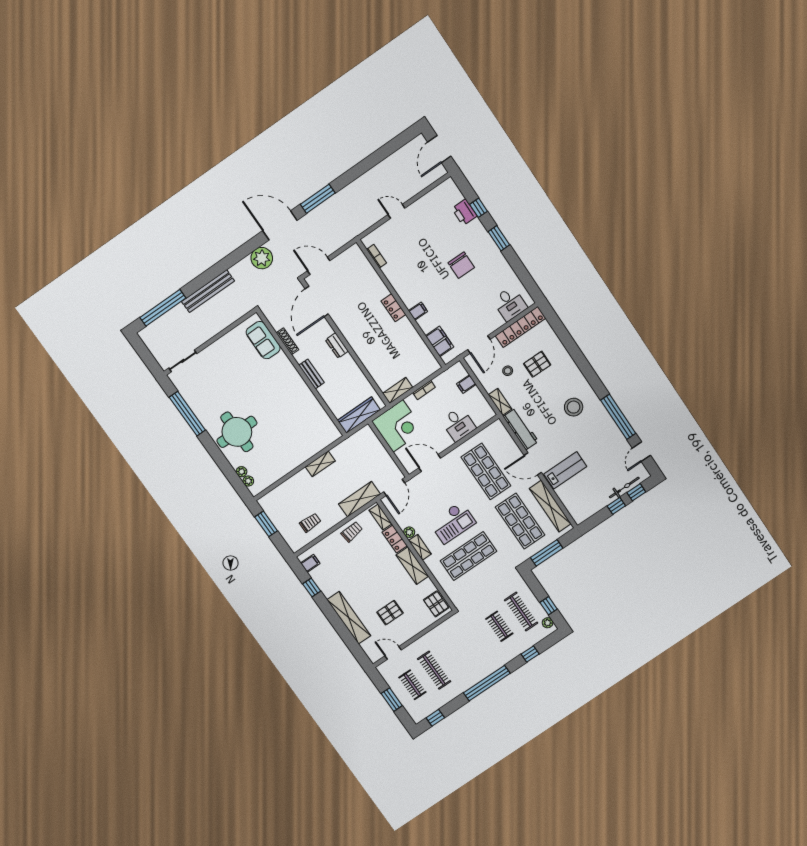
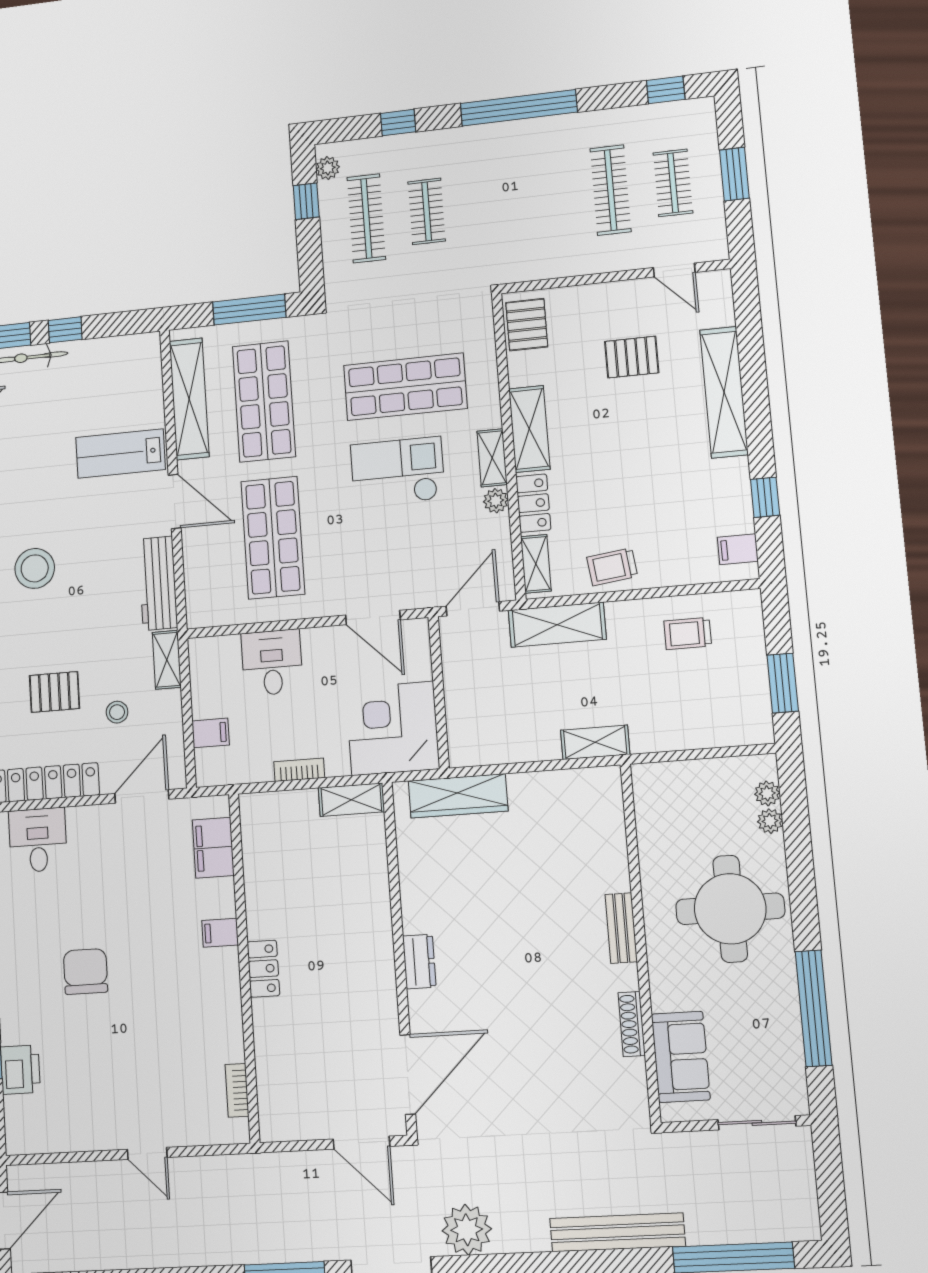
sofa: (263, 340) -> (681, 1057), moved
shoe rack: (287, 341) -> (632, 1024), moved
wall: (302, 373) -> (640, 942), moved
bench: (311, 374) -> (621, 928), moved

